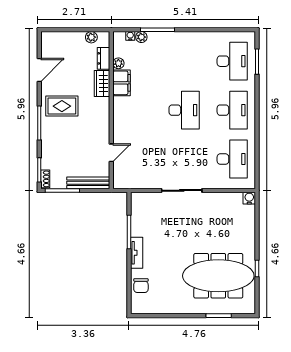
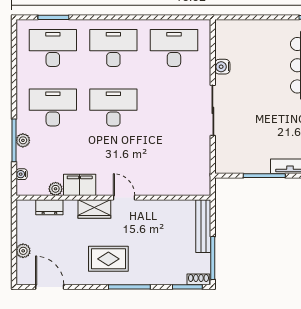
plant: (91, 37) -> (23, 251), moved
plant: (141, 37) -> (23, 140), moved
desk: (184, 61) -> (53, 107), added
door: (39, 70) -> (50, 287), moved
wardrobe: (102, 84) -> (94, 209), moved
rug: (62, 106) -> (108, 259), turned 90
door: (111, 153) -> (124, 198), moved
water cooler: (249, 198) -> (222, 67), moved

